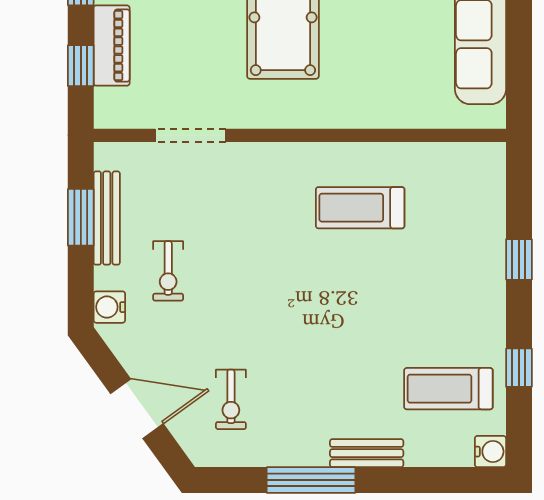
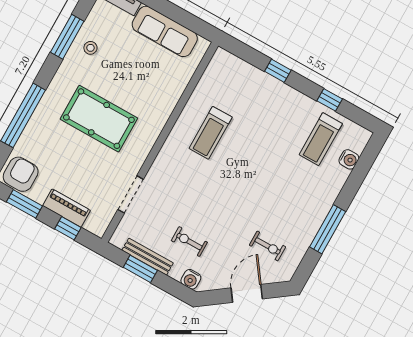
exercise bike: (168, 271) -> (189, 241), turned 180
water cooler: (490, 452) -> (349, 159), moved, turned 90
bench: (367, 453) -> (330, 195), removed

